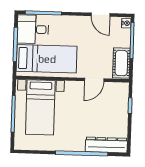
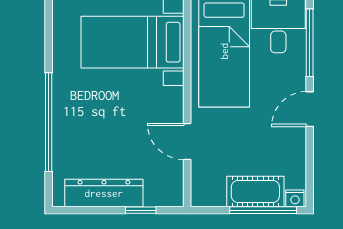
door: (100, 15) -> (310, 109), moved
cot: (121, 63) -> (255, 191), moved
dresser: (106, 145) -> (104, 193), moved, turned -90

